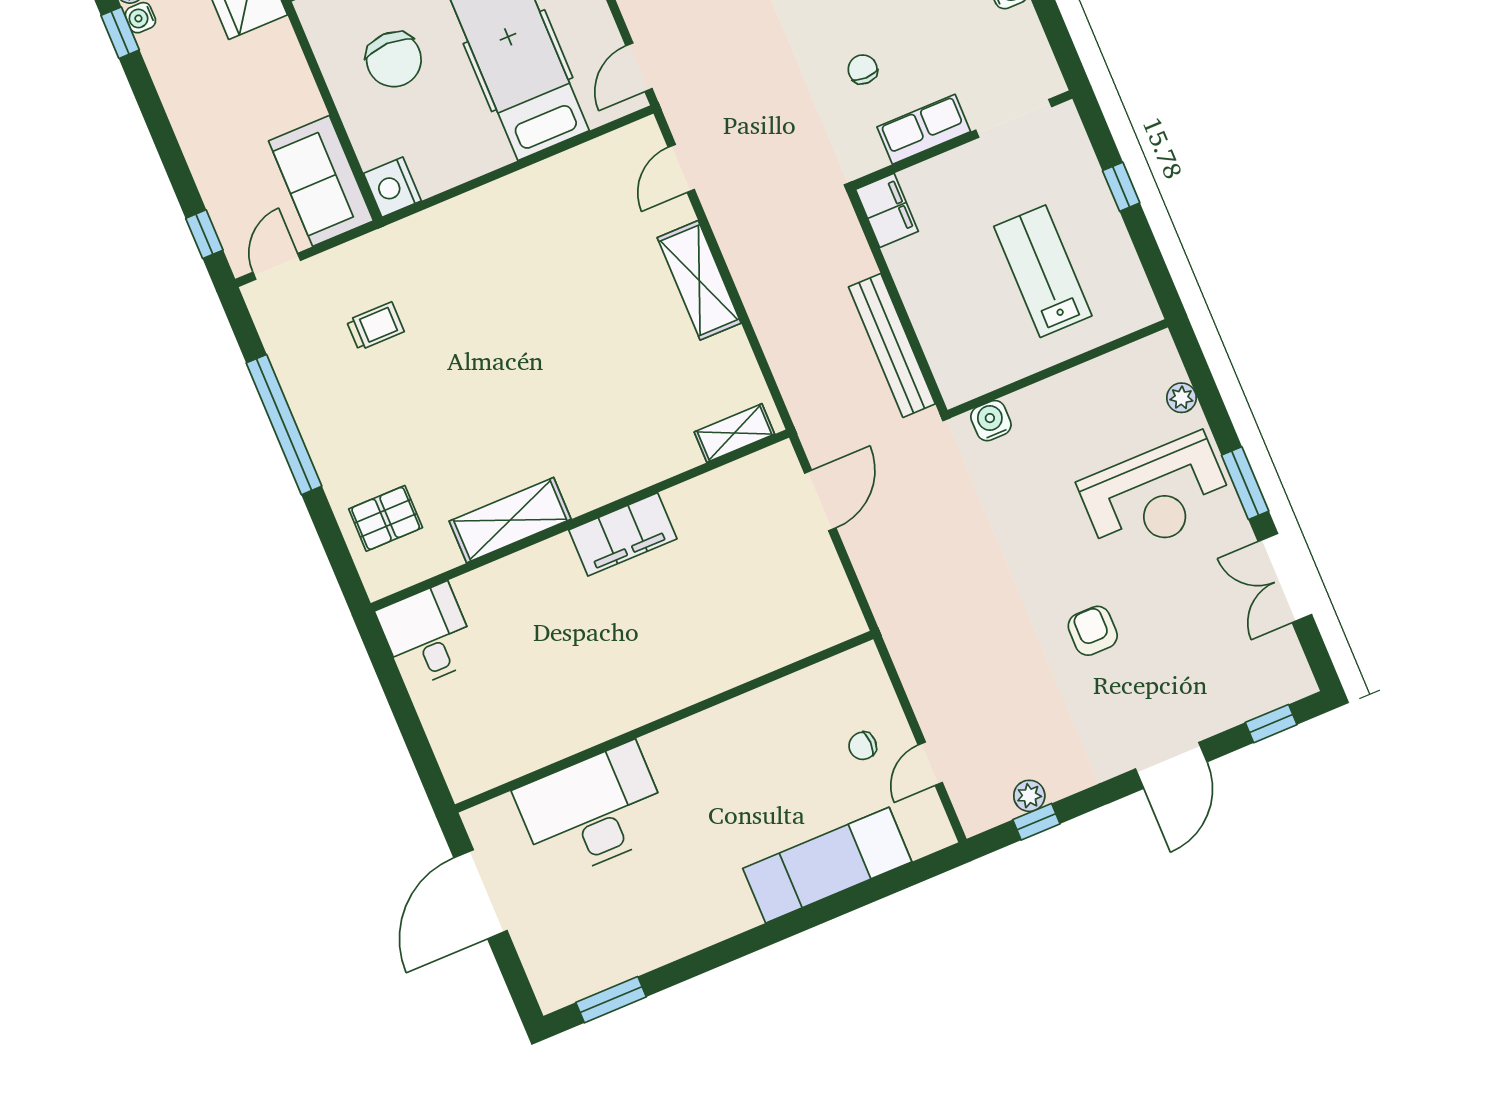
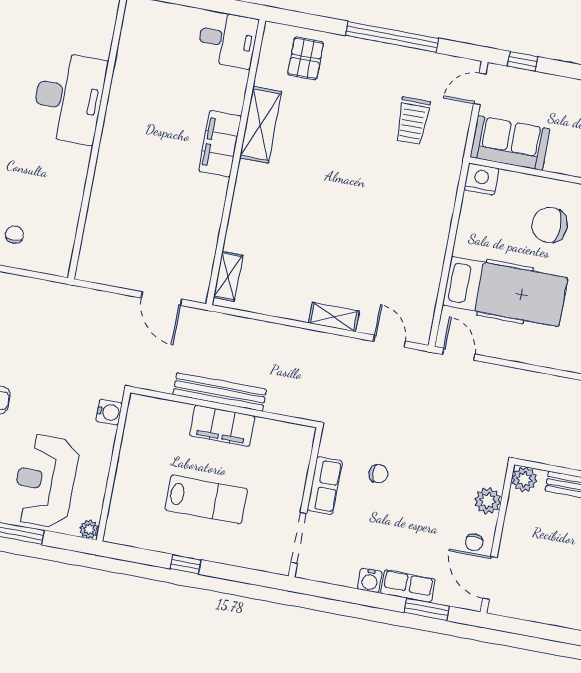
window: (1121, 187) -> (186, 564), moved
filing cabinet: (887, 210) -> (222, 426), moved, width x1.50, depth x1.17
door: (277, 266) -> (480, 89), swing flipped
shelving: (699, 280) -> (334, 317), width x0.67, depth x0.75
trolley: (375, 326) -> (413, 121), width x1.36, depth x1.39
wall: (1058, 369) -> (113, 466), moved
water cooler: (991, 421) -> (109, 412), moved
filing cabinet: (623, 534) -> (220, 144), moved
desk: (593, 811) -> (69, 98), moved

